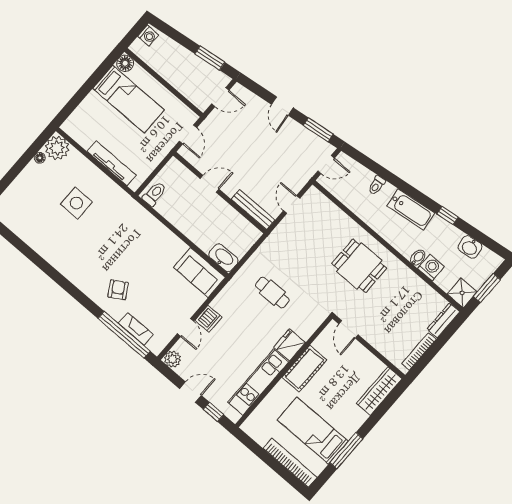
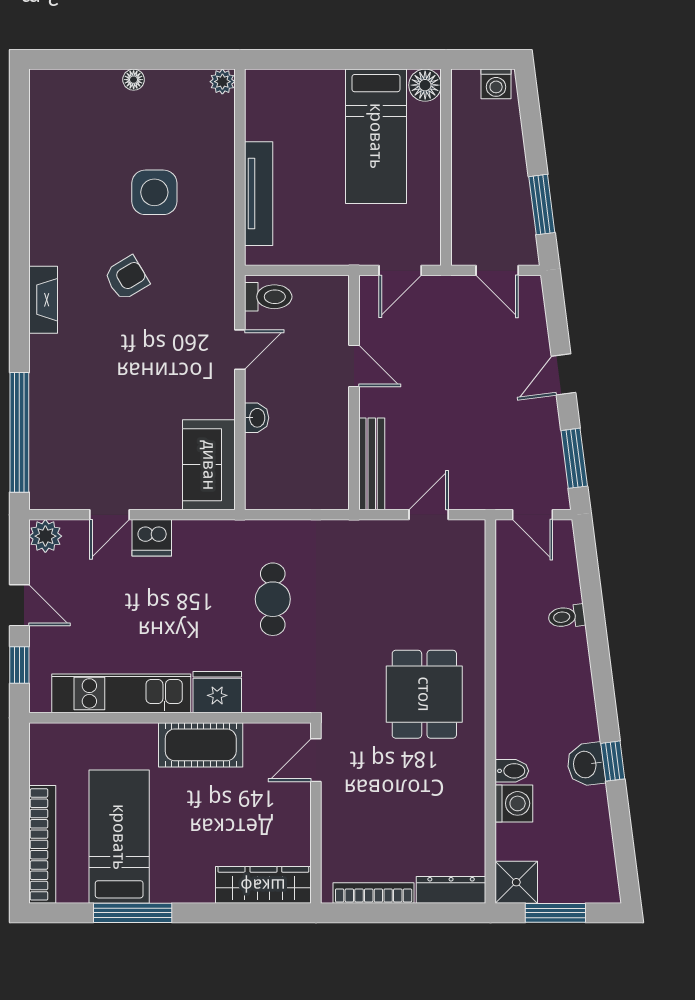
plant: (57, 148) -> (222, 82), width x0.53, depth x0.53
floor lamp: (40, 158) -> (134, 80), moved
bathtub: (411, 209) -> (575, 698), removed
door: (165, 222) -> (240, 350), added
washbasin: (470, 247) -> (586, 764), moved
washbasin: (223, 258) -> (257, 418), moved, width x0.52, depth x0.69
armchair: (118, 290) -> (127, 278), moved
fireplace: (136, 329) -> (43, 300), moved

